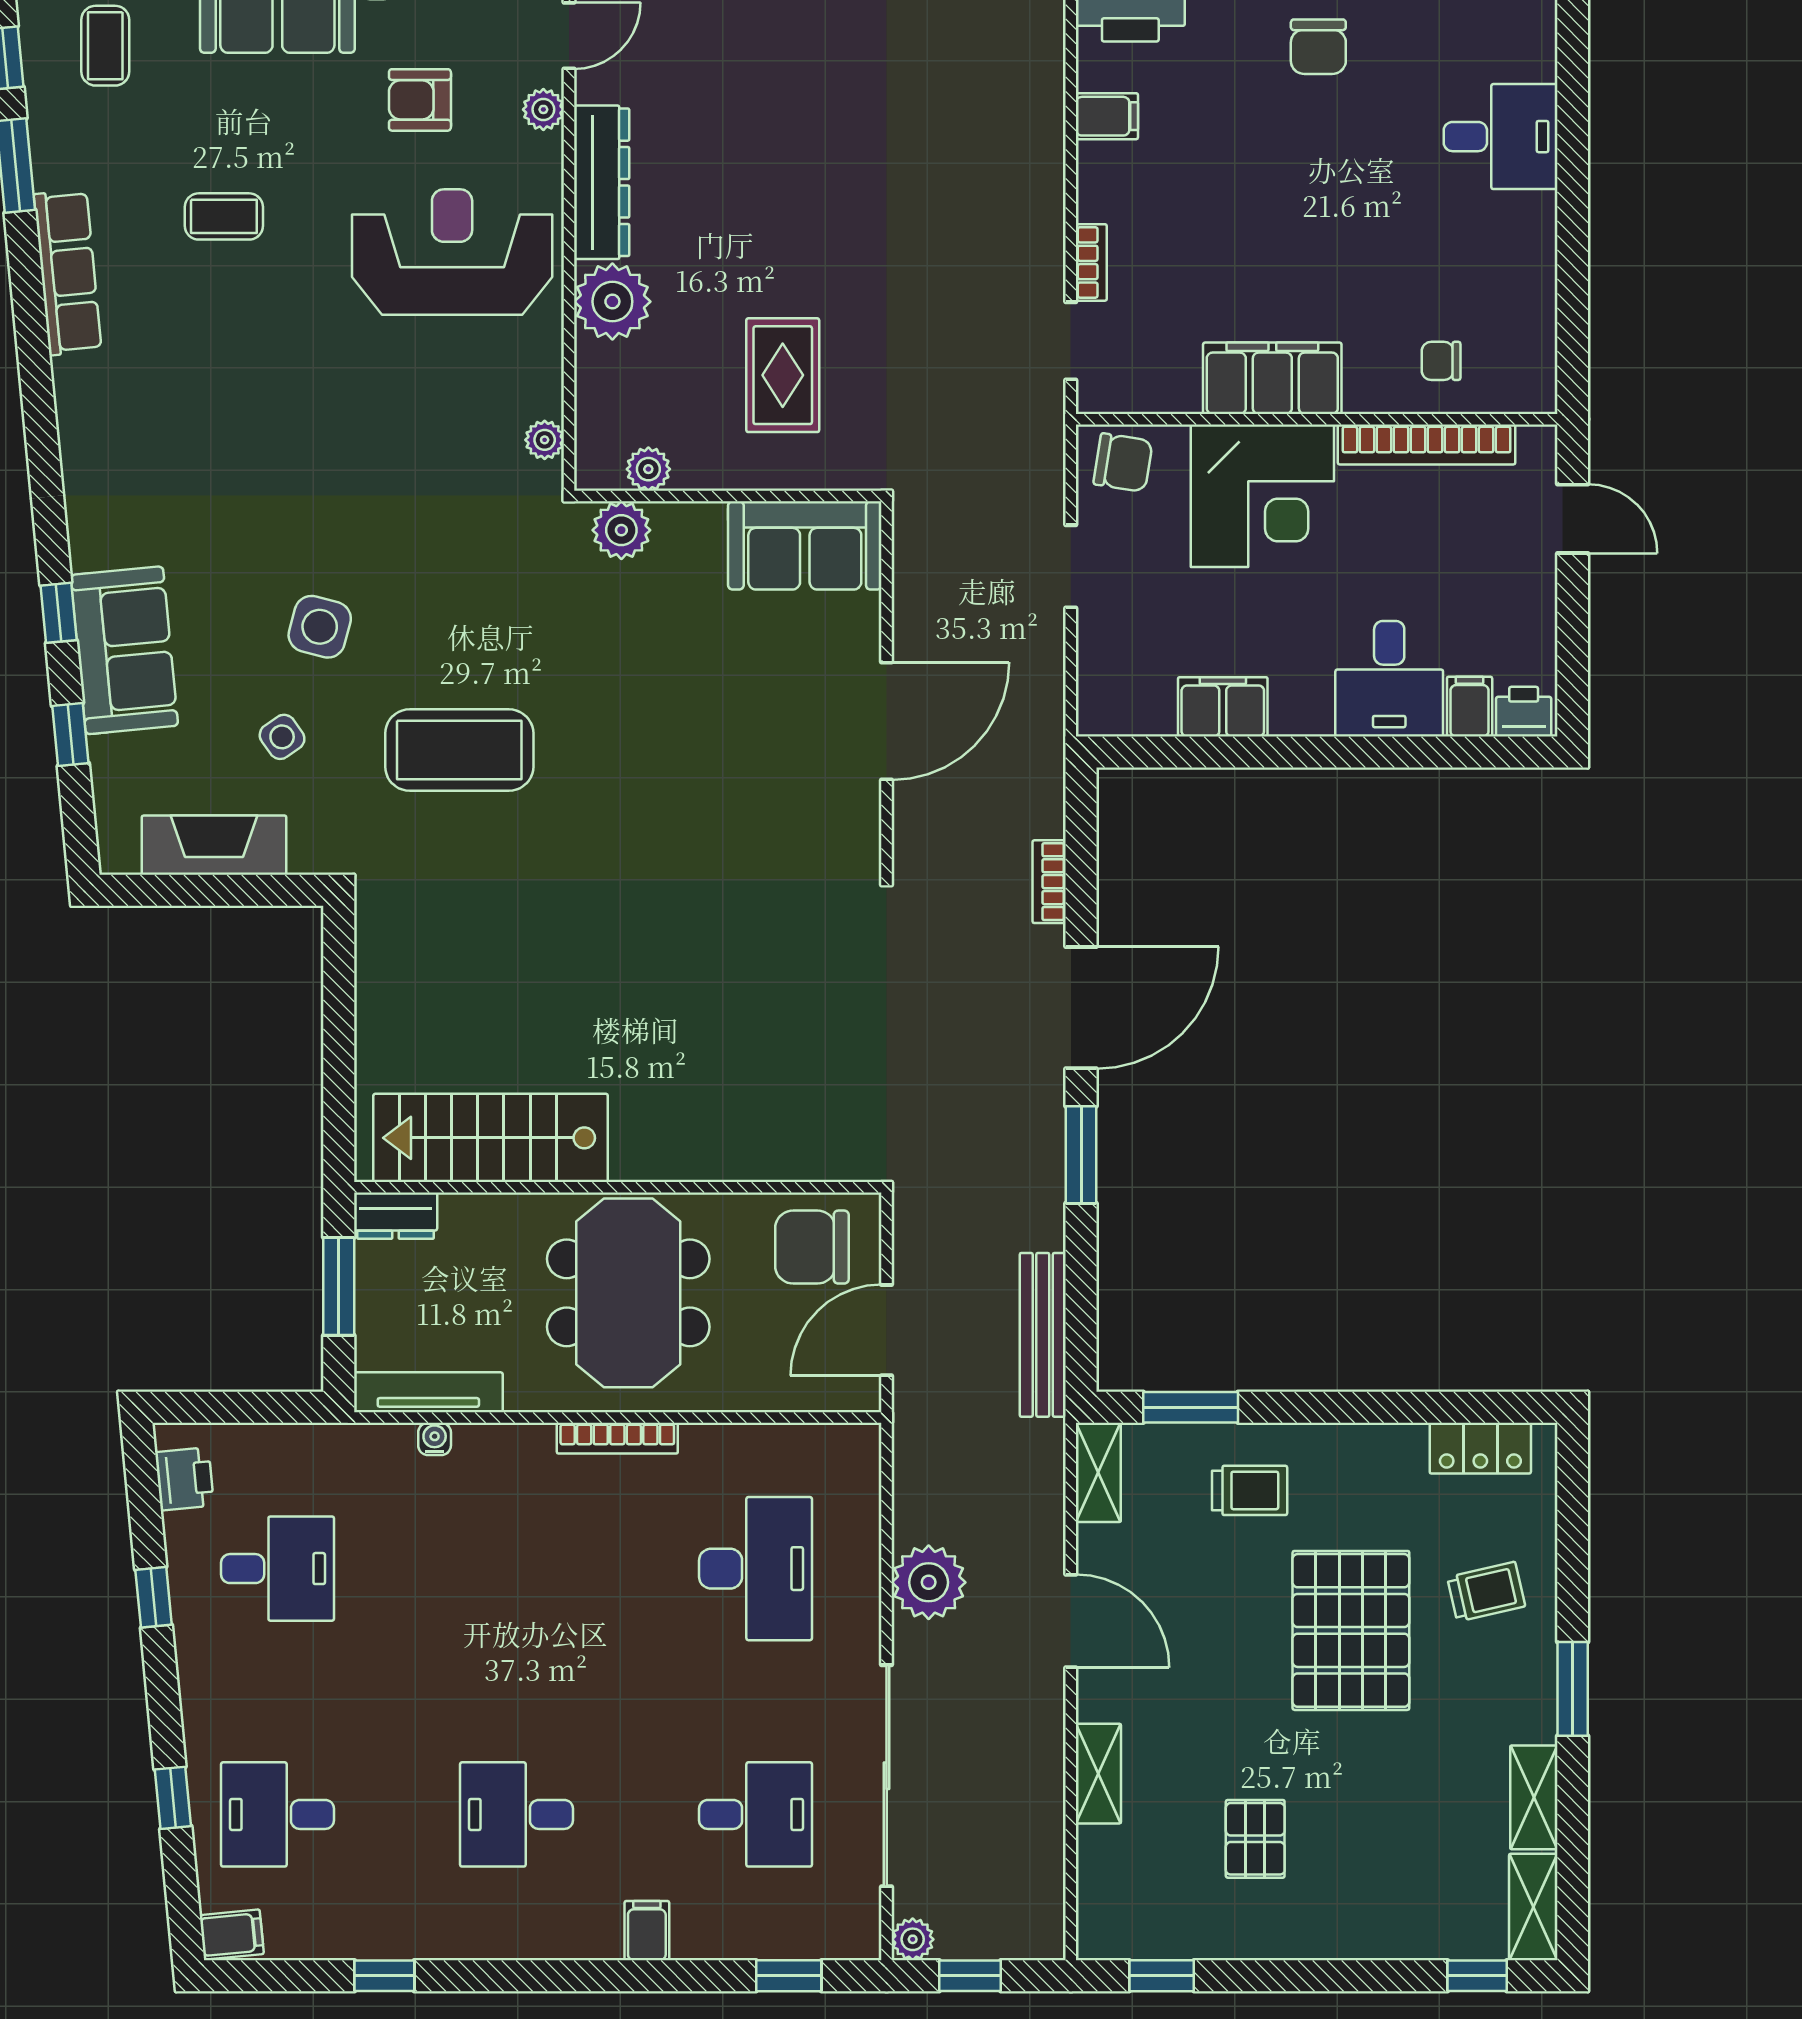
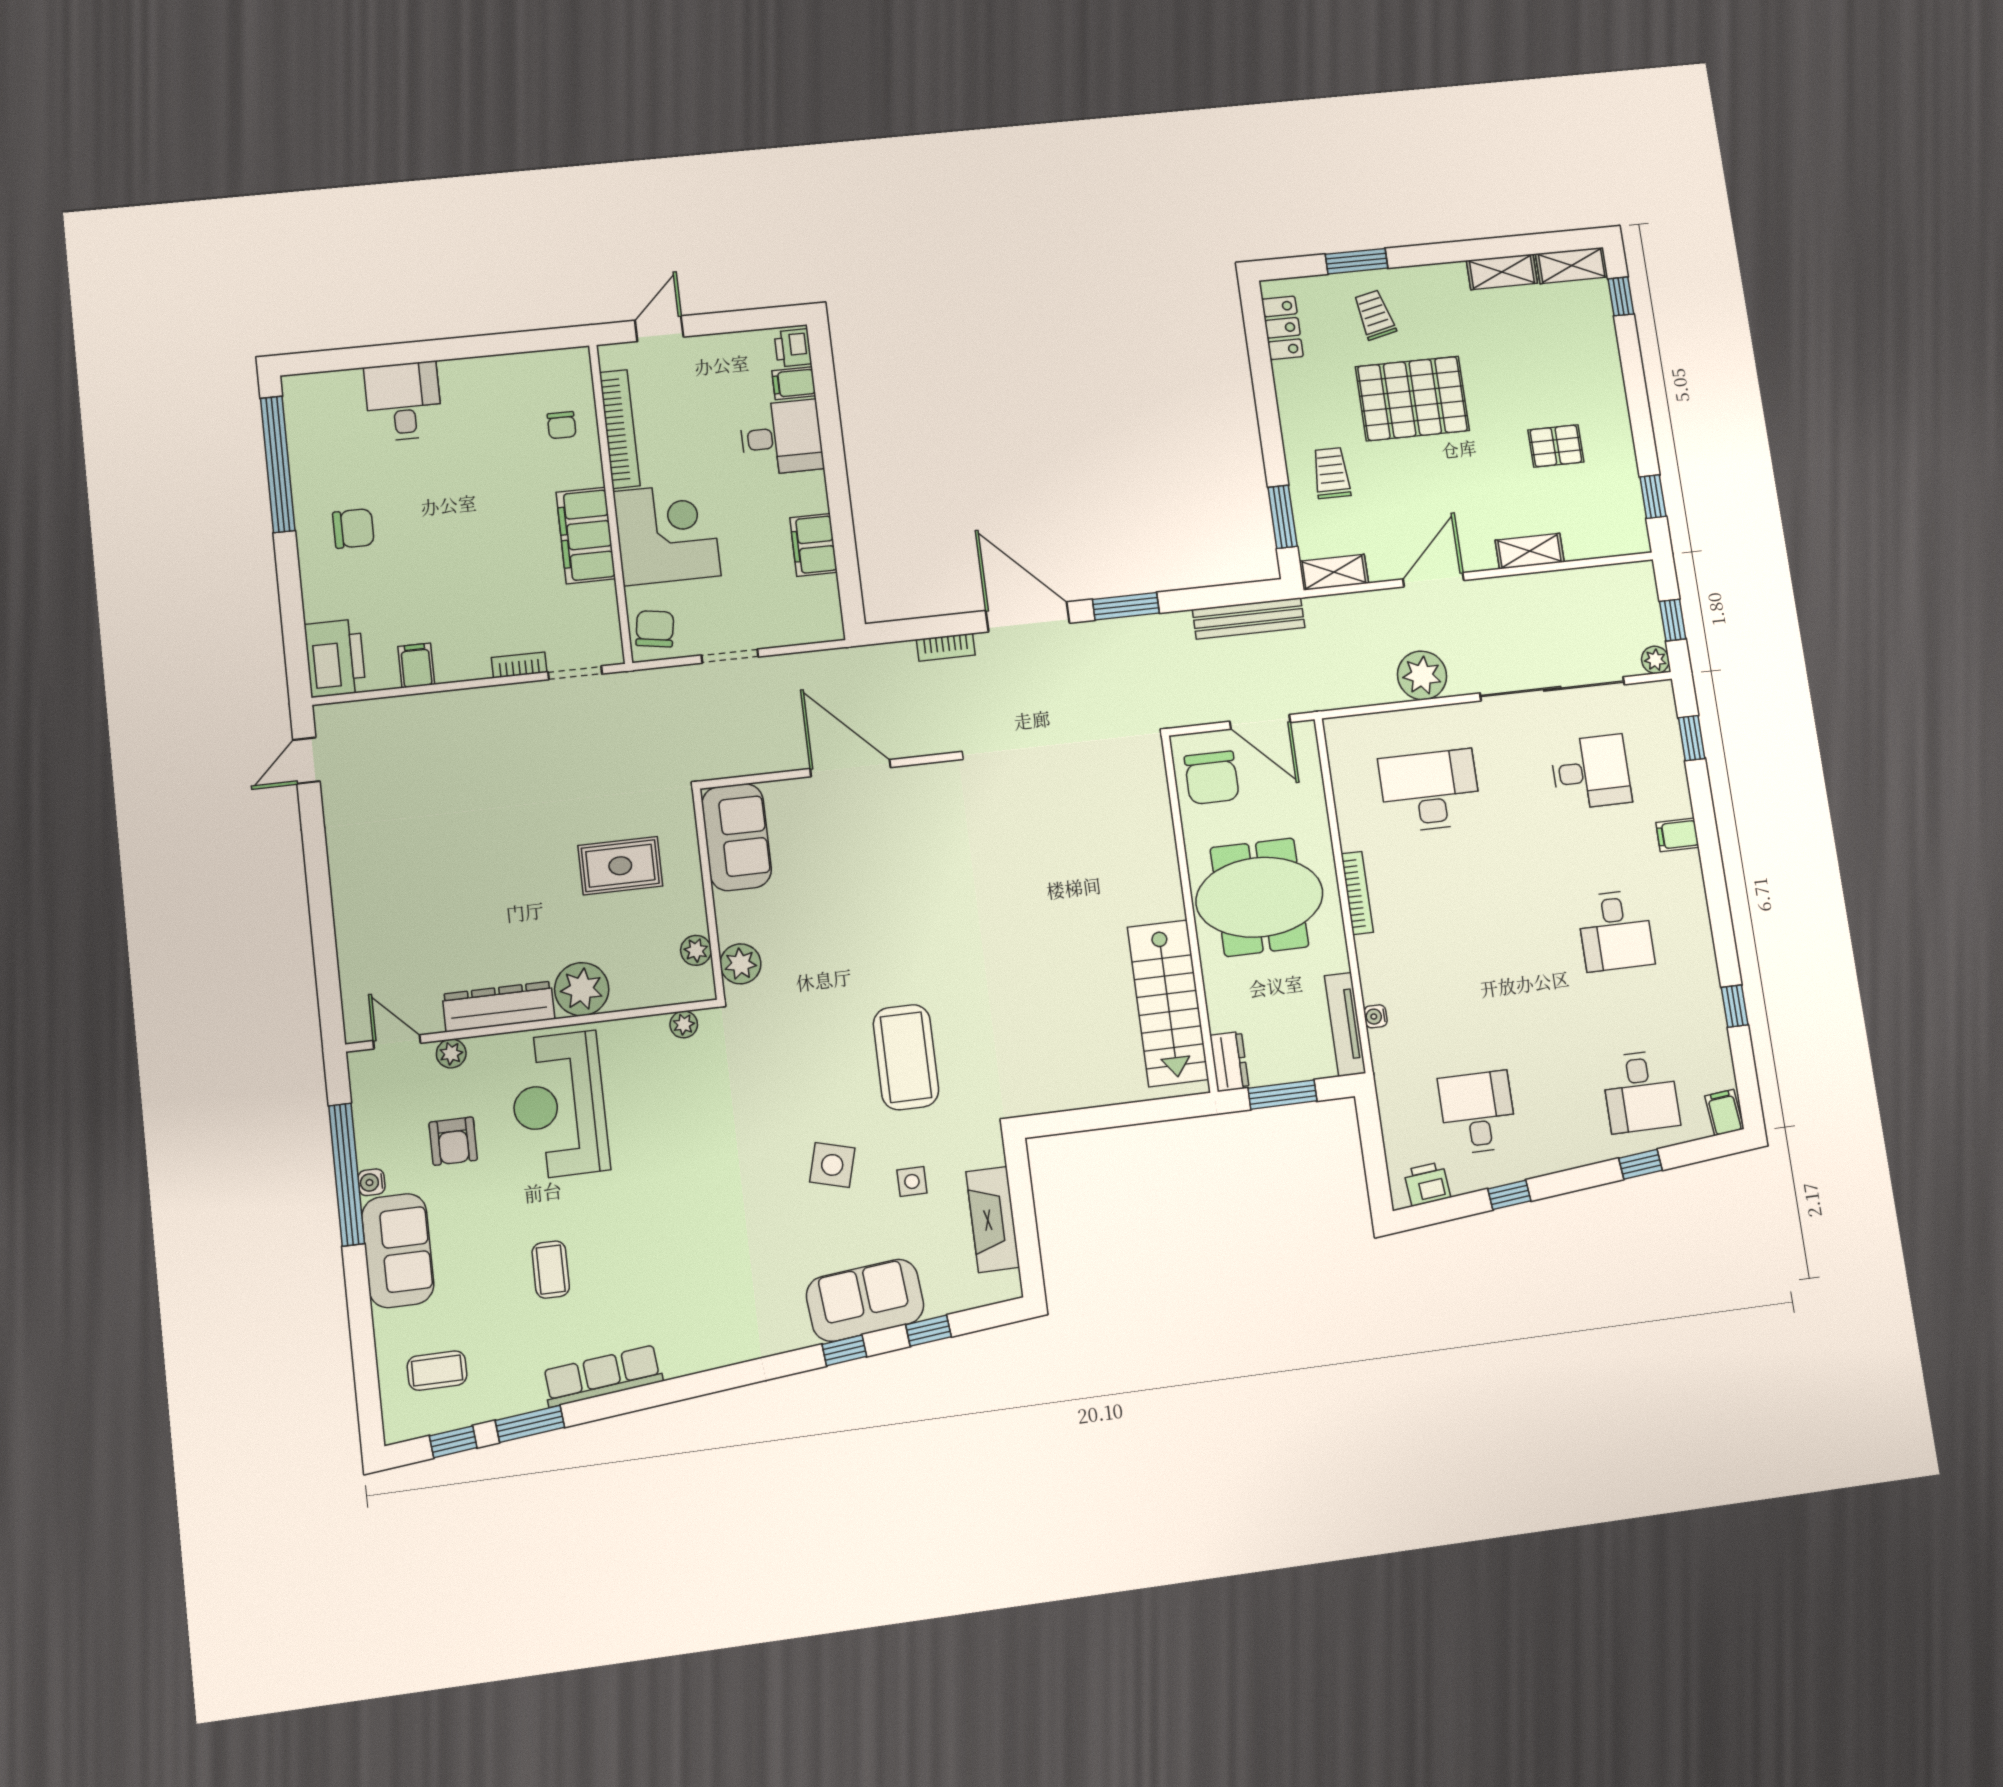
side table: (282, 737) -> (912, 1182), turned 35
window: (1573, 1689) -> (1357, 261), moved
desk: (756, 1814) -> (1591, 772), turned 90

